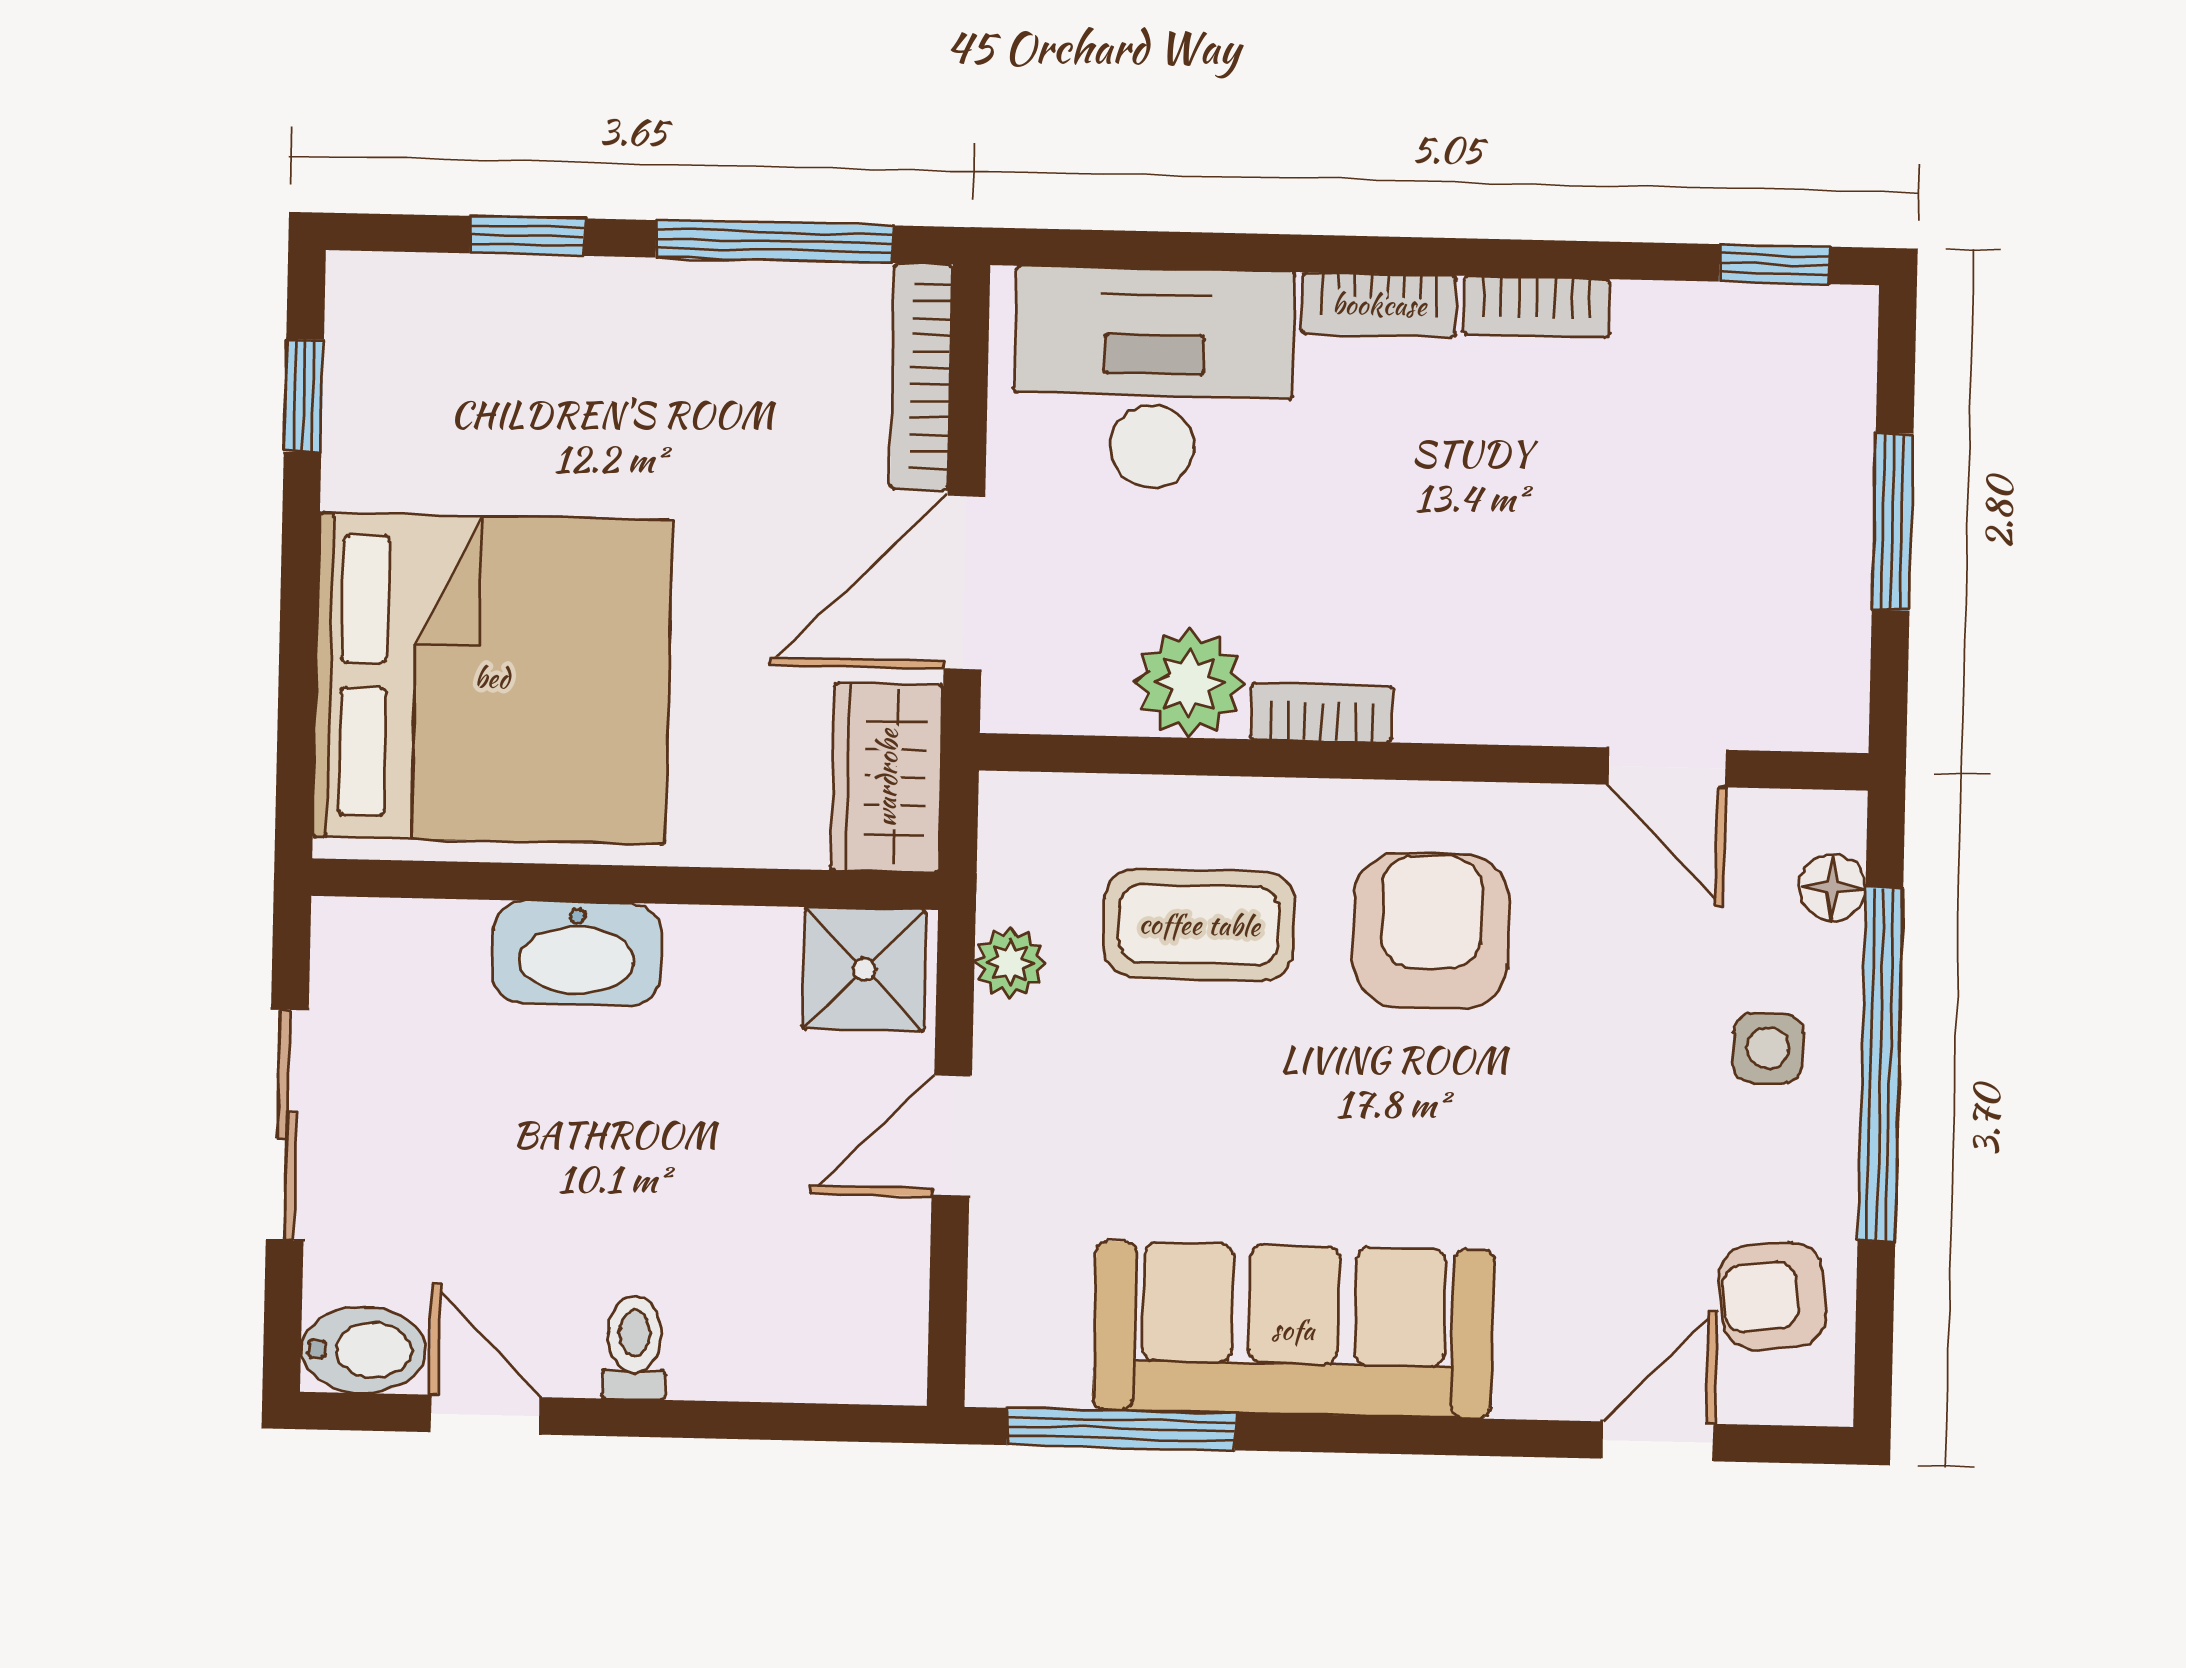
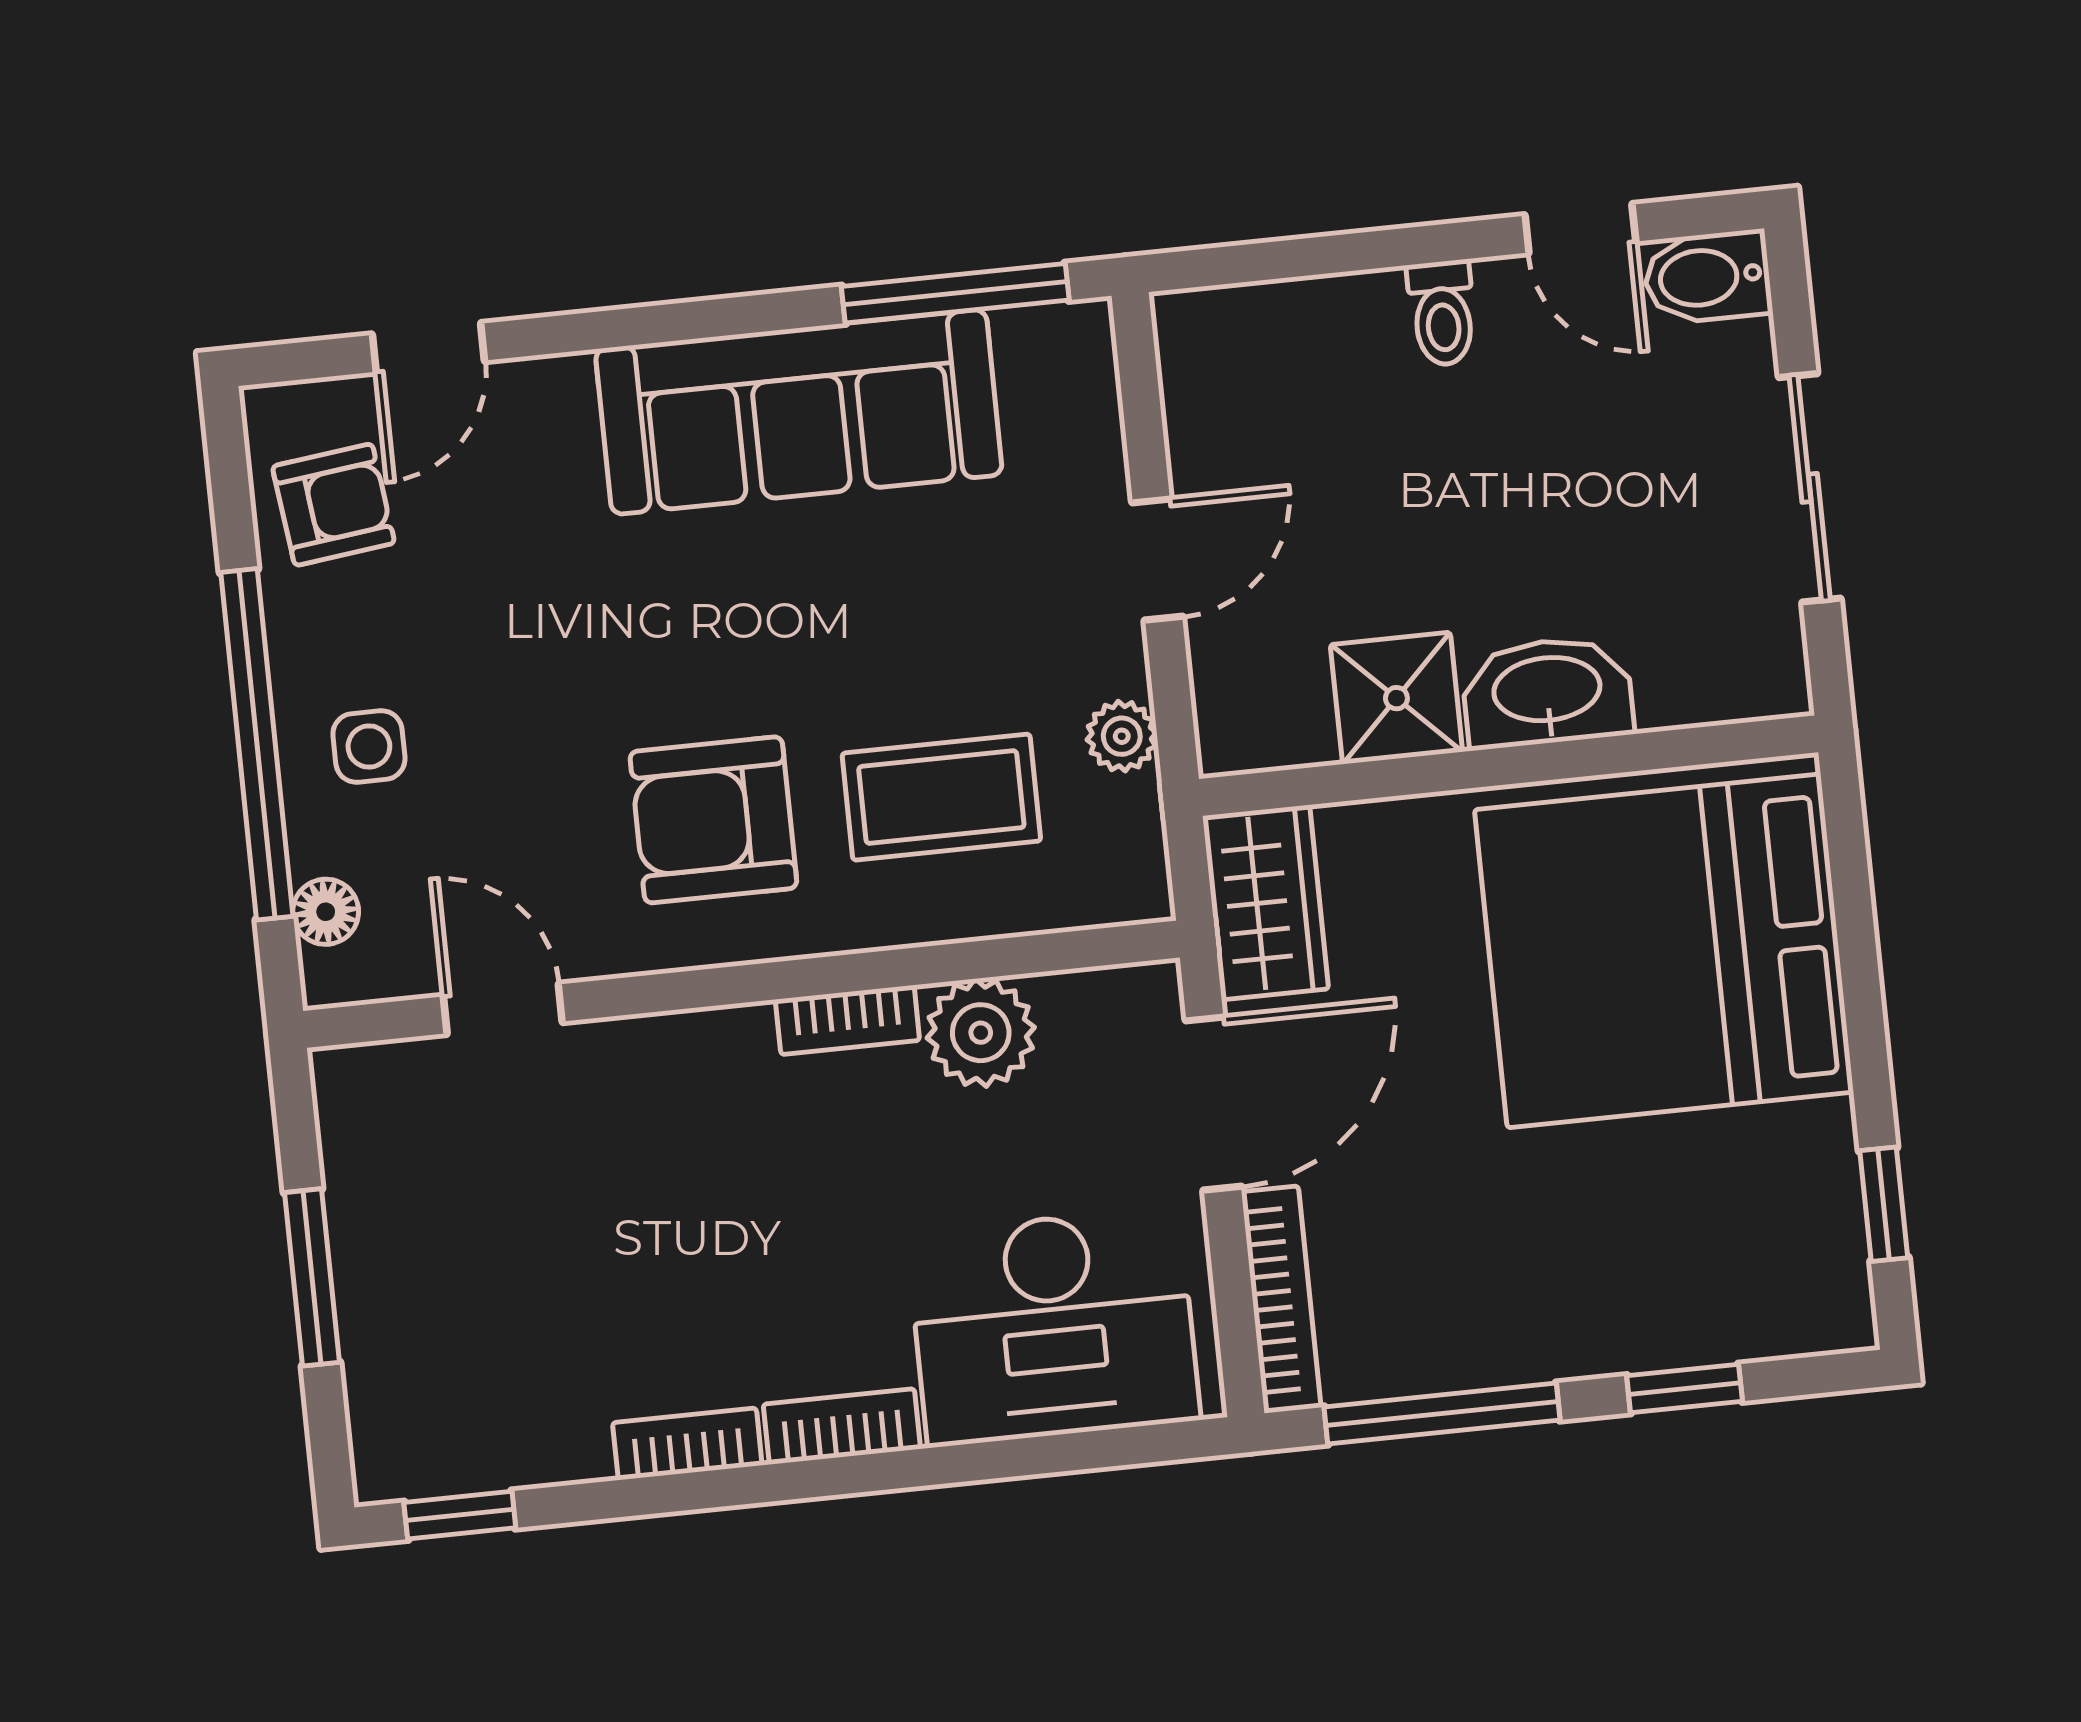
armchair: (1431, 931) -> (713, 820), turned 90
shower: (864, 969) -> (1396, 698), moved

